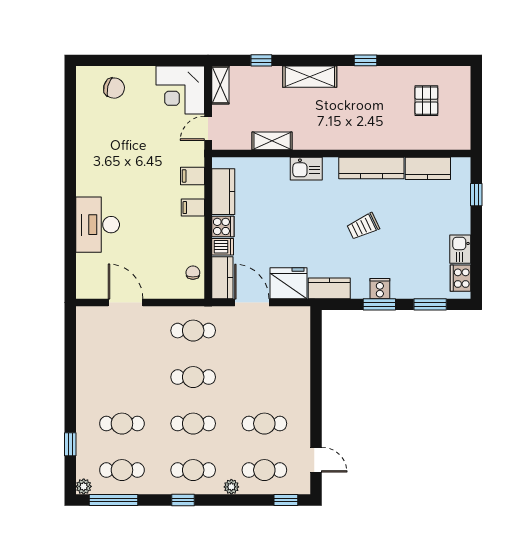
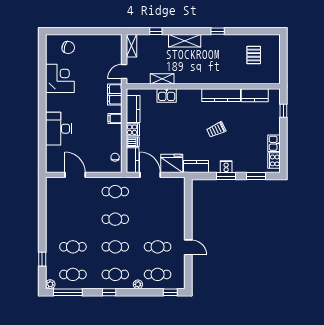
corner desk: (180, 90) -> (60, 78), moved, turned 180
kitchen sink: (306, 169) -> (167, 95), moved
filing cabinet: (192, 176) -> (115, 94), width x2.00
door: (316, 460) -> (188, 247), moved

